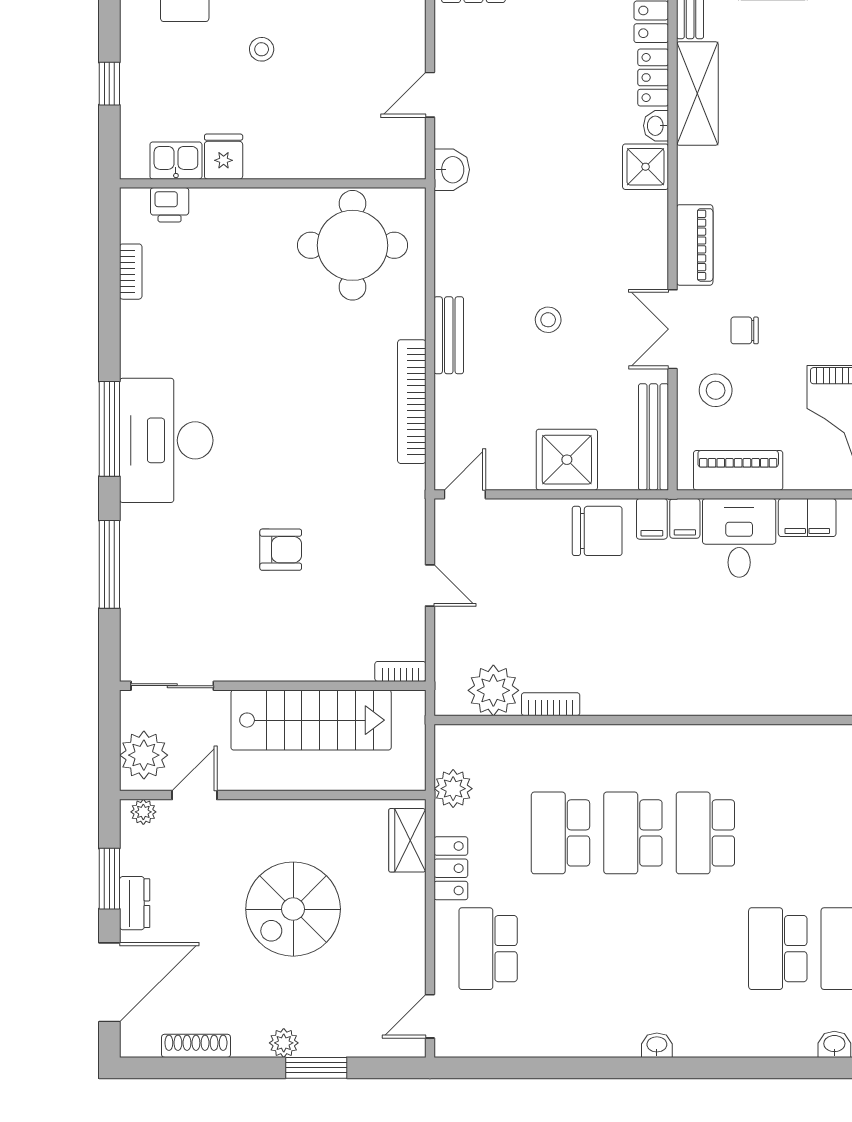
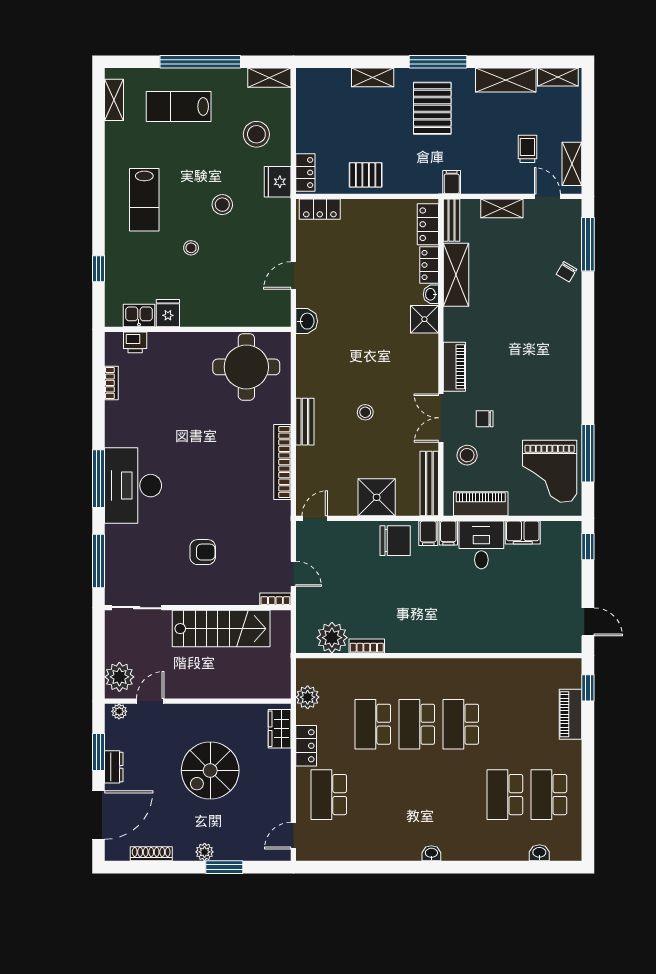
bookcase: (400, 671) -> (275, 599), moved
sliding door: (172, 686) -> (137, 608), moved
wall: (273, 686) -> (198, 608), moved
stairs: (311, 720) -> (221, 629), moved

